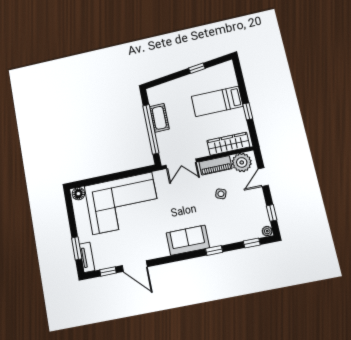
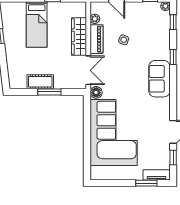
window: (151, 129) -> (49, 92), width x0.47
wardrobe: (228, 144) -> (79, 37), moved
plant: (242, 162) -> (95, 19), width x0.53, depth x0.53
floor lamp: (78, 194) -> (96, 92), moved

